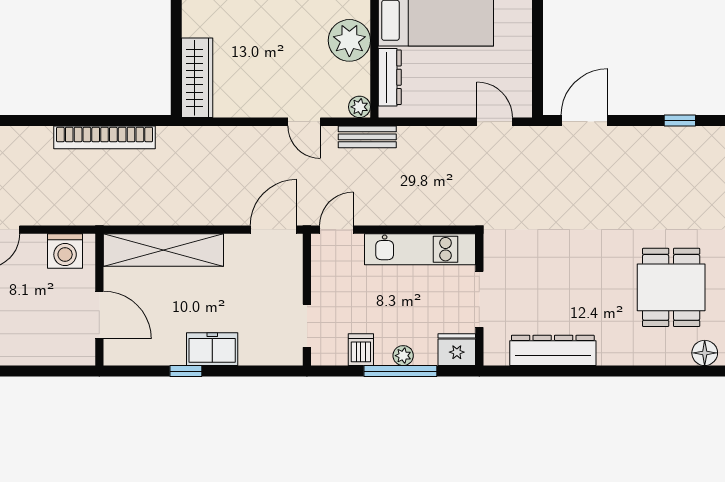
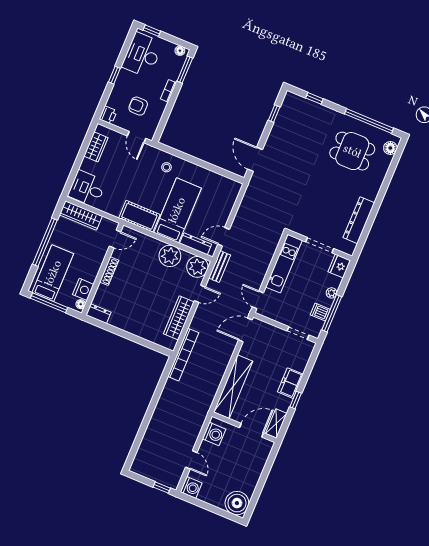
wardrobe: (197, 78) -> (179, 318), moved, turned -90
plant: (359, 107) -> (197, 267), width x1.87, depth x1.87
door: (495, 122) -> (224, 237), moved
bookcase: (105, 137) -> (183, 355), moved
door: (273, 230) -> (245, 330), hinge flipped
shelving: (130, 354) -> (276, 424), added
window: (400, 371) -> (332, 313), moved

